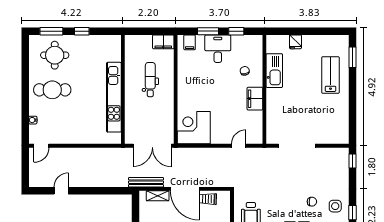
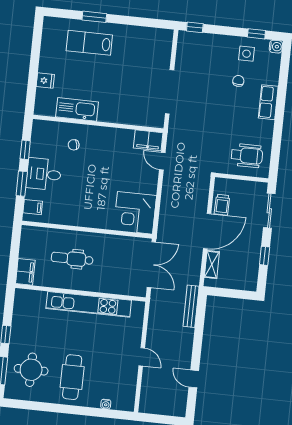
filing cabinet: (163, 42) -> (25, 272), moved
window: (352, 57) -> (94, 17), moved
filing cabinet: (255, 99) -> (148, 140), moved
door: (41, 146) -> (142, 357), moved
bench: (146, 182) -> (191, 306), moved

